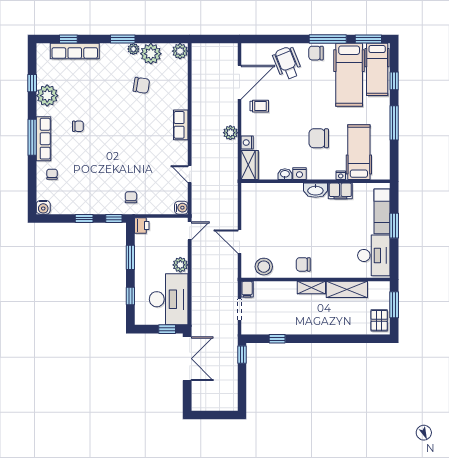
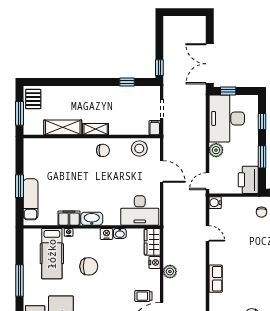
printer: (142, 226) -> (248, 180), width x1.87, depth x1.48
desk: (374, 255) -> (140, 210), moved, turned -90

